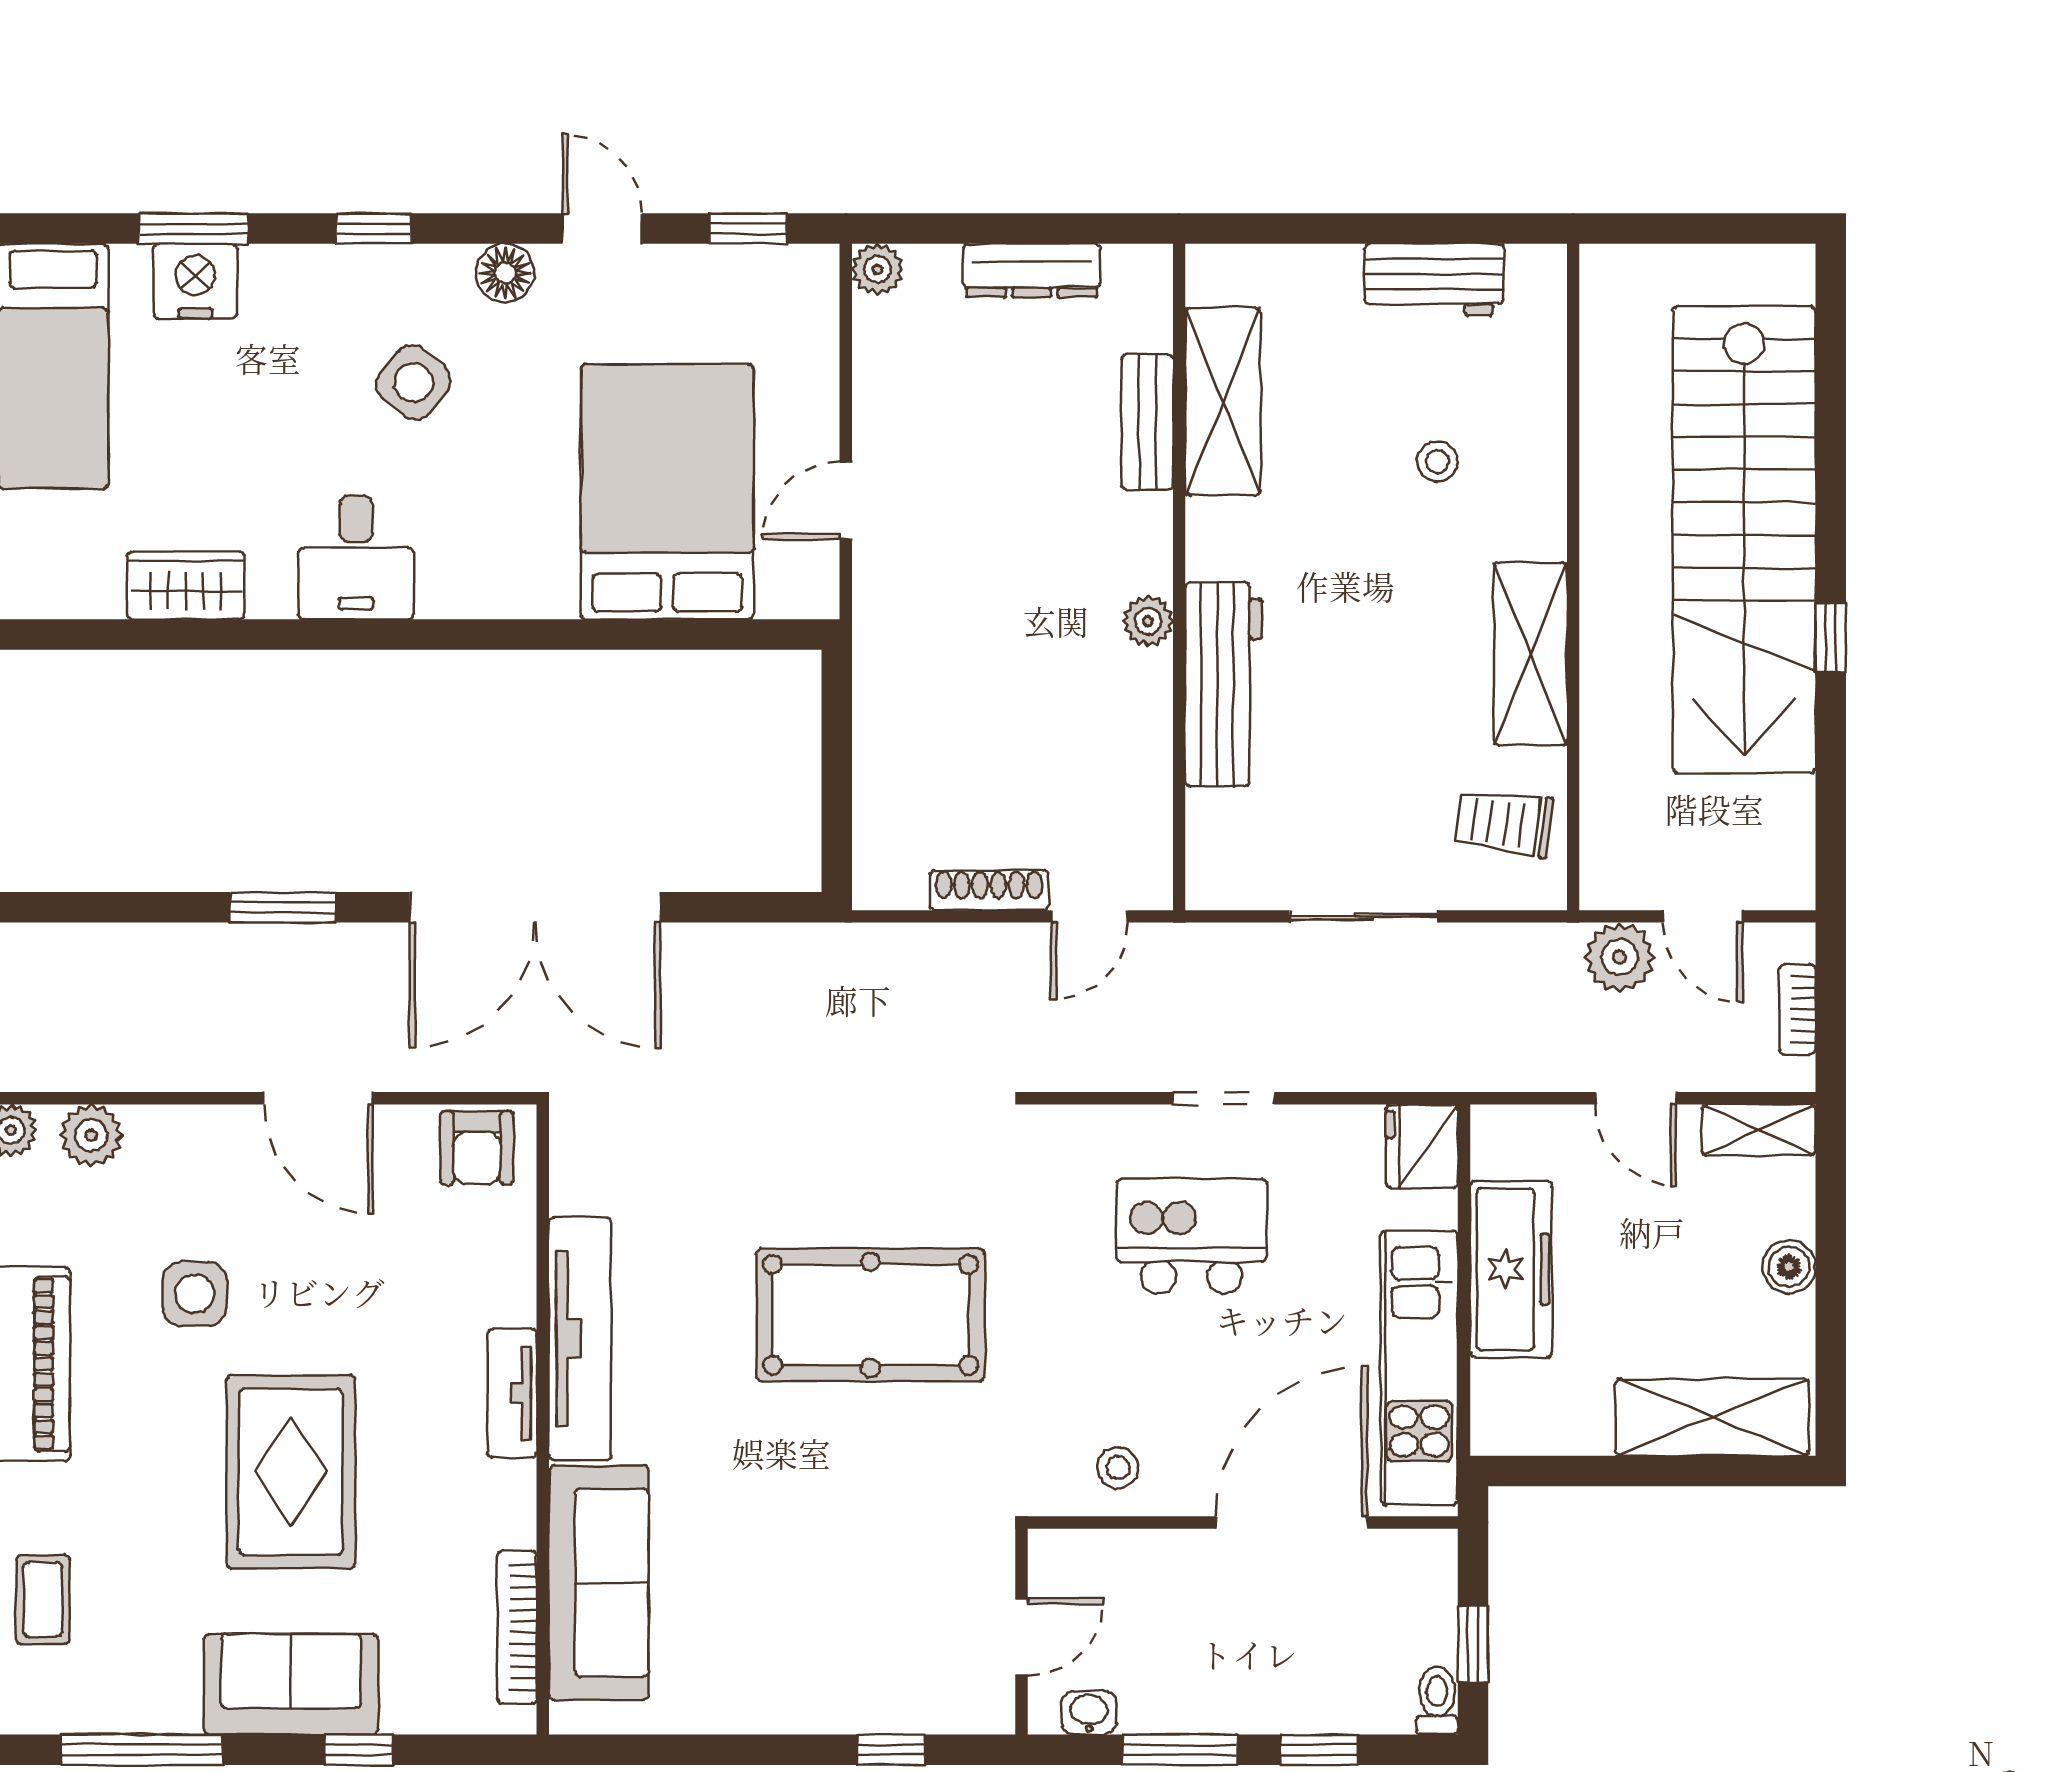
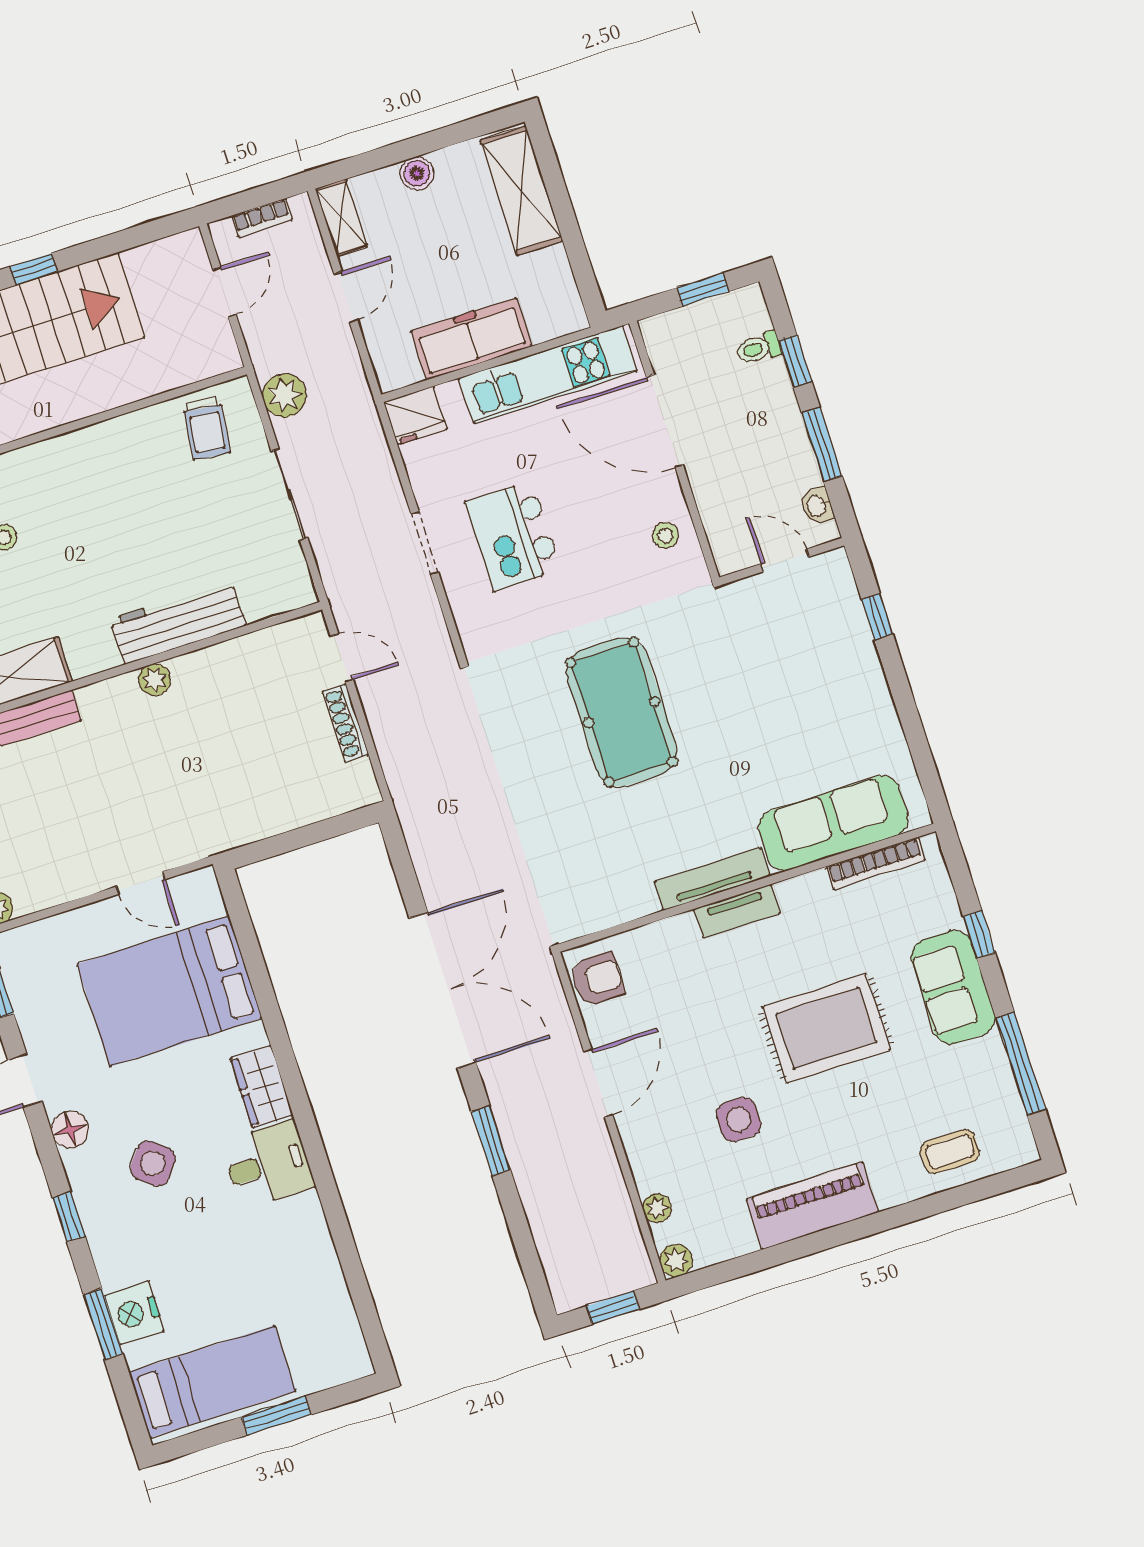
wardrobe: (186, 585) -> (262, 1087), moved
shelving: (1530, 654) -> (101, 445), removed
plant: (1620, 957) -> (284, 395), moved
plant: (91, 1135) -> (657, 1208), width x0.73, depth x0.73
tv unit: (580, 1339) -> (712, 879), width x0.73, depth x0.78
toilet: (1437, 1701) -> (759, 348), moved

